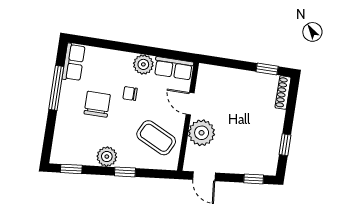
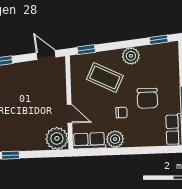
plant: (202, 133) -> (57, 138), moved
coffee table: (156, 138) -> (105, 78), moved
window: (125, 172) -> (86, 50), moved

